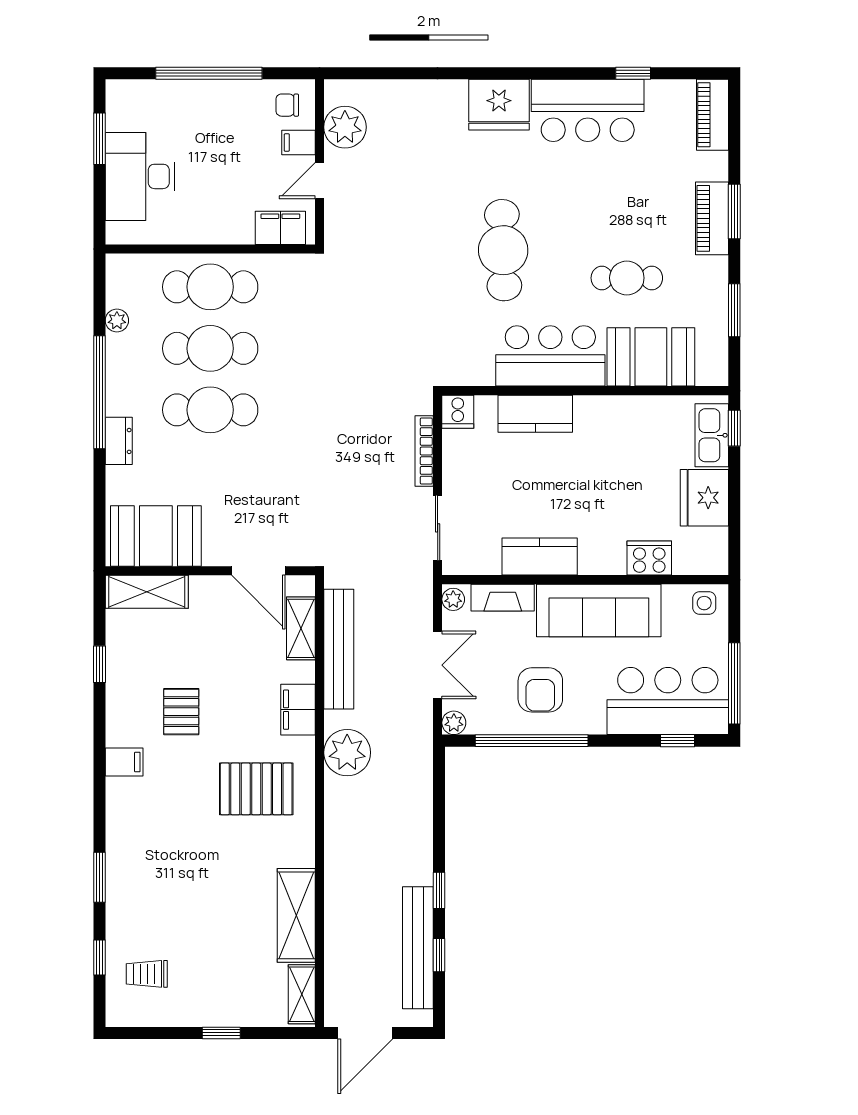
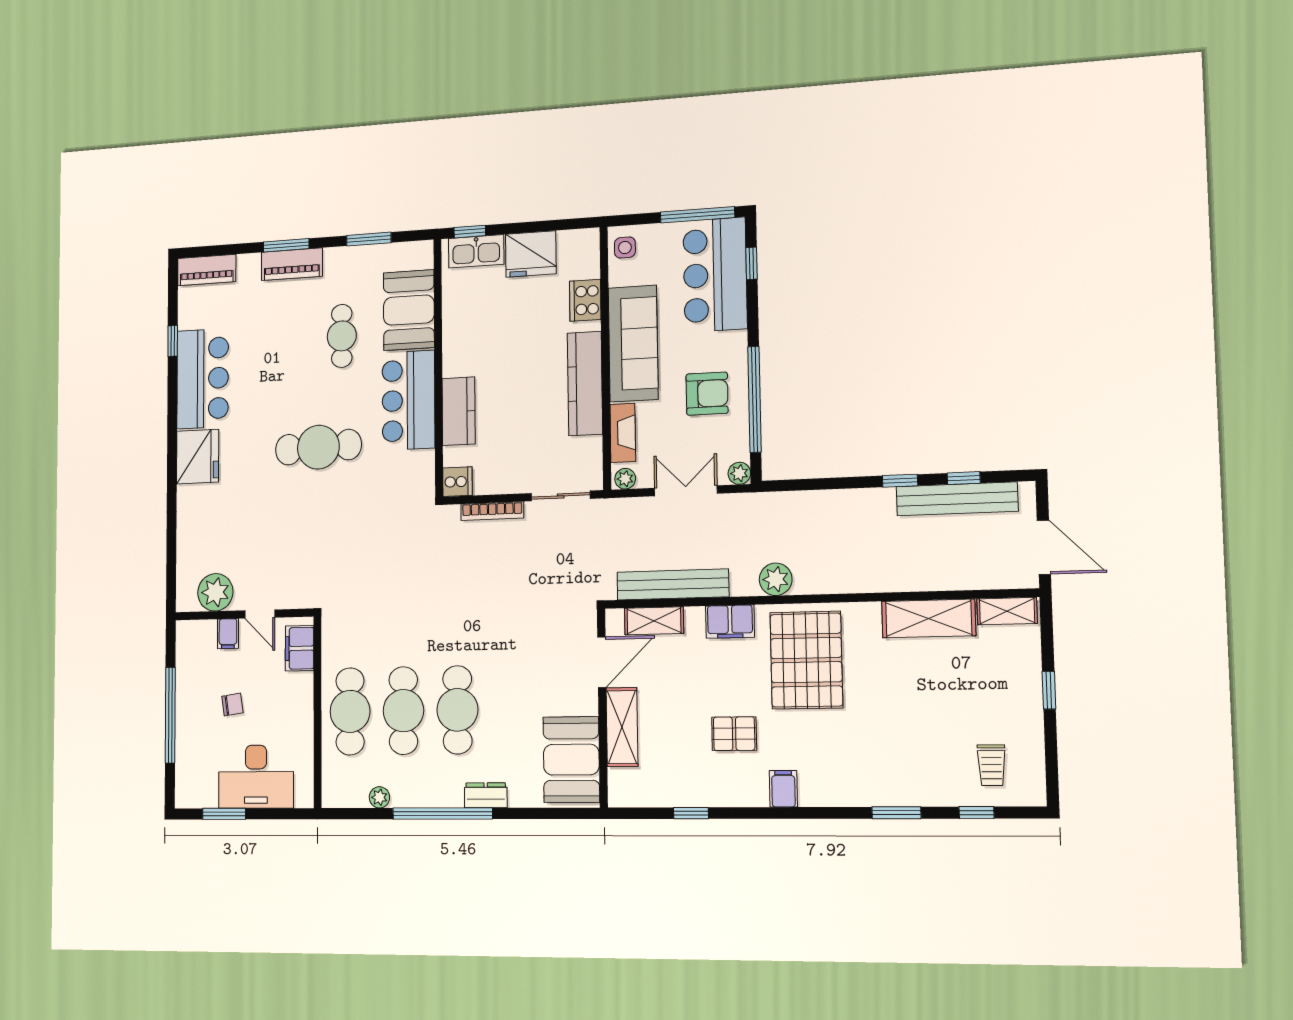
chair: (287, 105) -> (232, 704), moved, turned -98
kitchen counter: (540, 557) -> (585, 383), width x1.50
shelving: (147, 592) -> (622, 727), moved
plant: (347, 753) -> (776, 579), width x0.73, depth x0.73
pallet: (256, 789) -> (806, 660), width x1.37, depth x1.41

